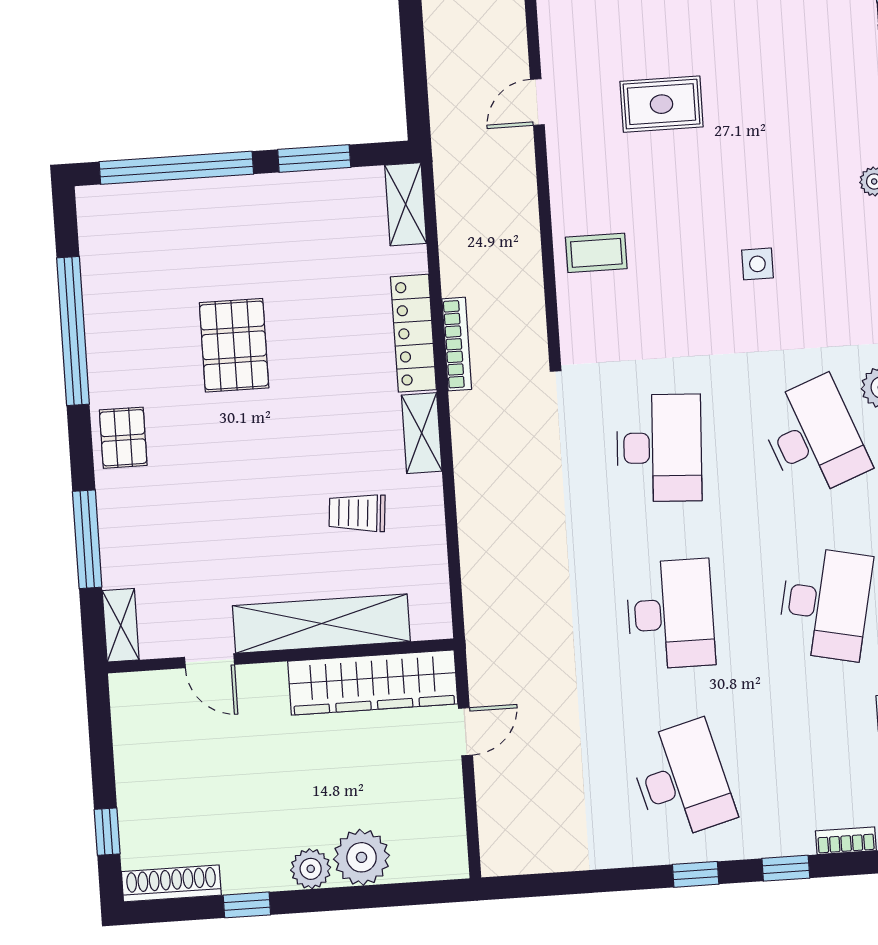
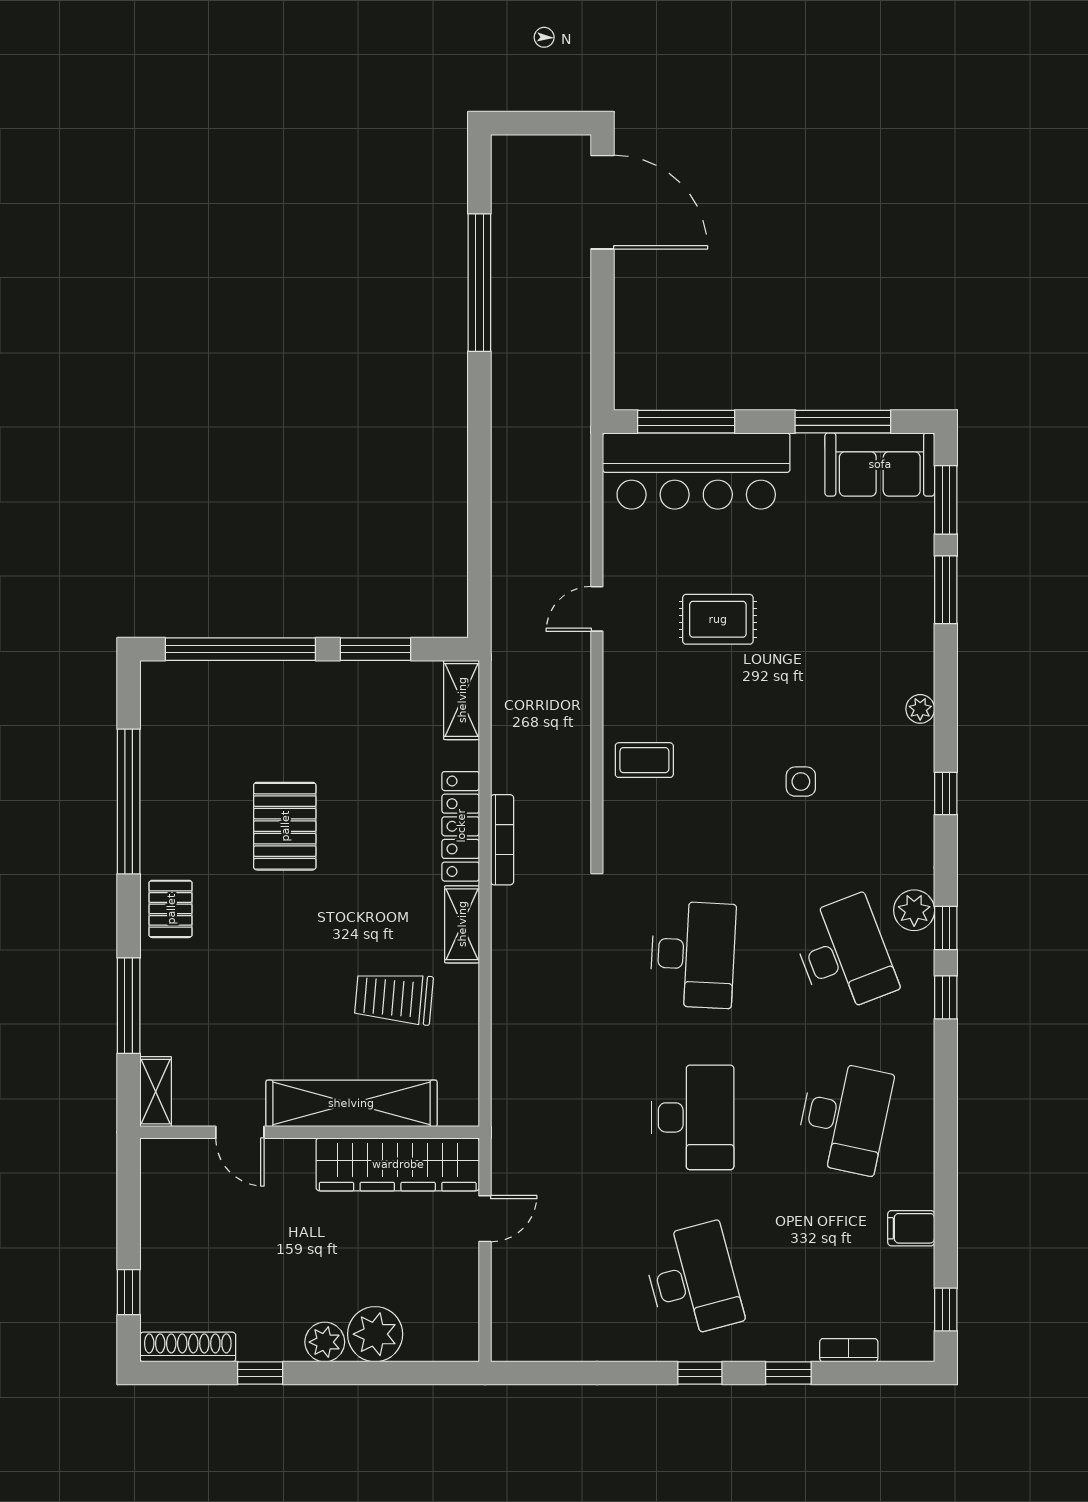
trolley: (357, 513) -> (394, 998), width x1.36, depth x1.39

